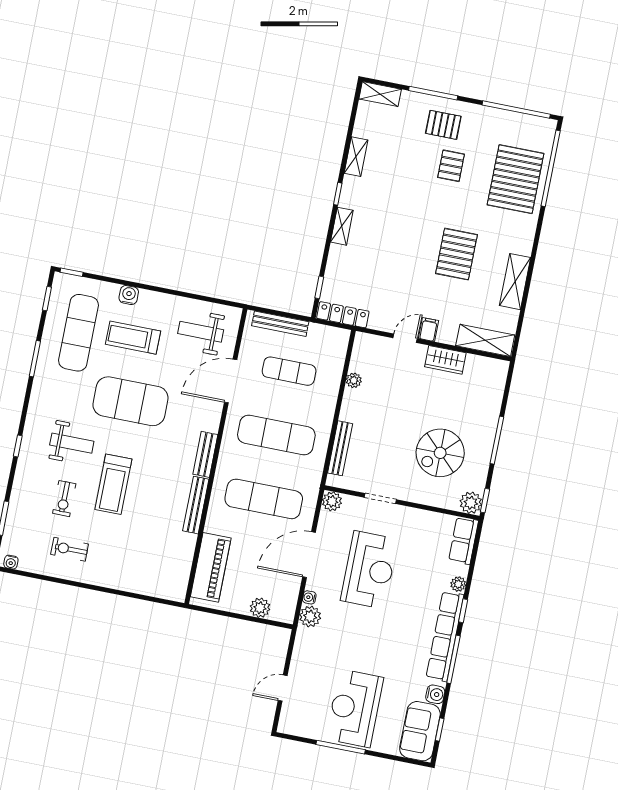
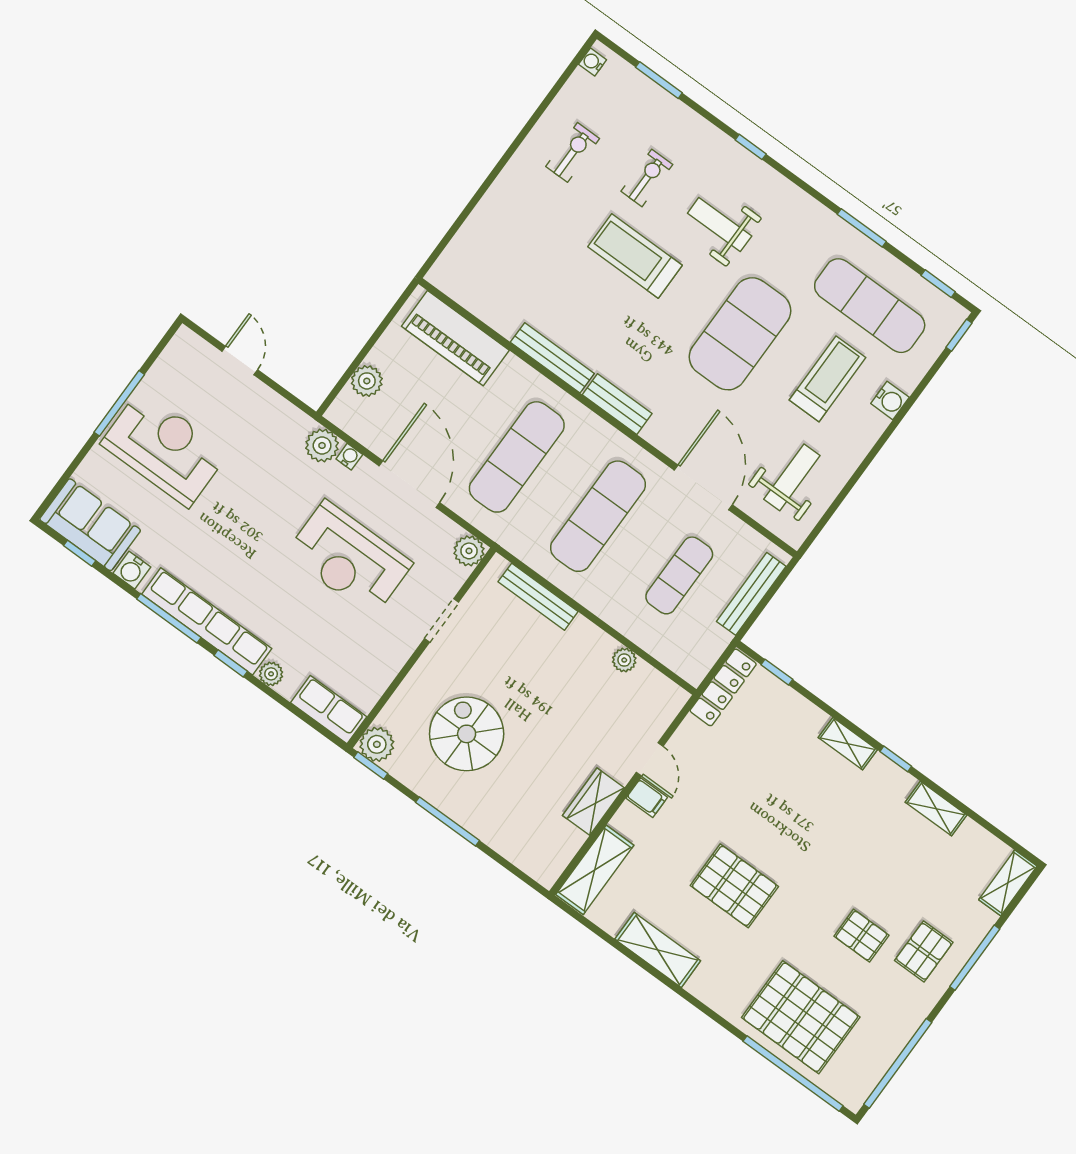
weight bench: (72, 443) -> (720, 225), turned 90
exercise bike: (64, 499) -> (647, 178), turned 90

